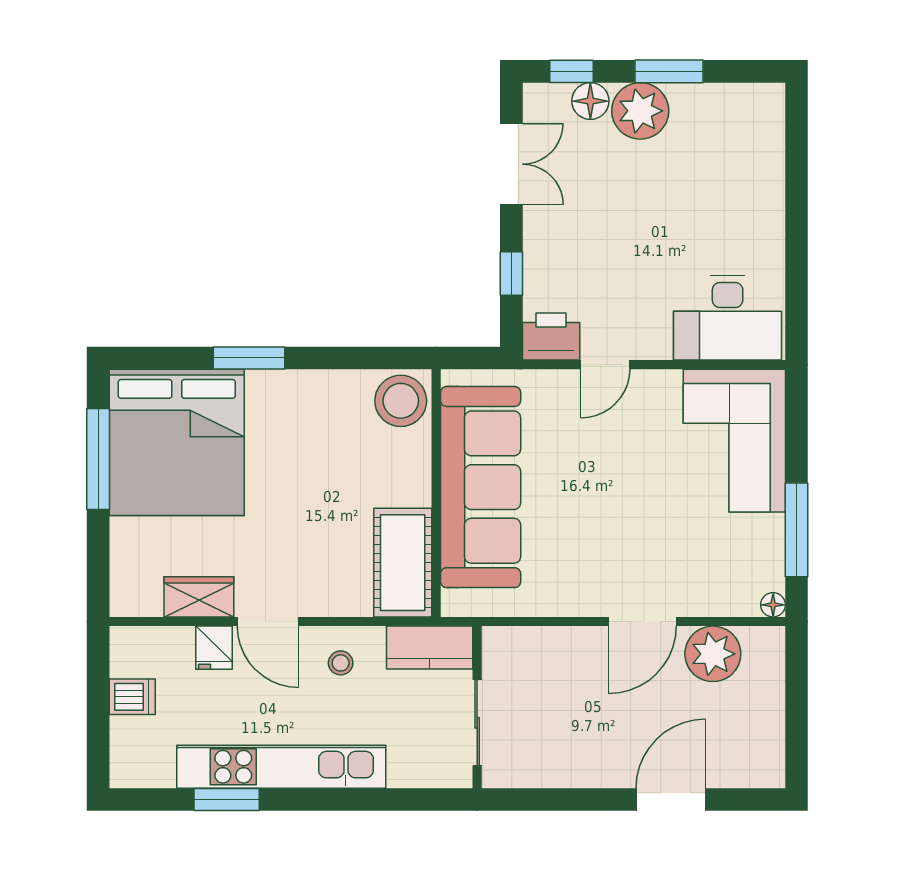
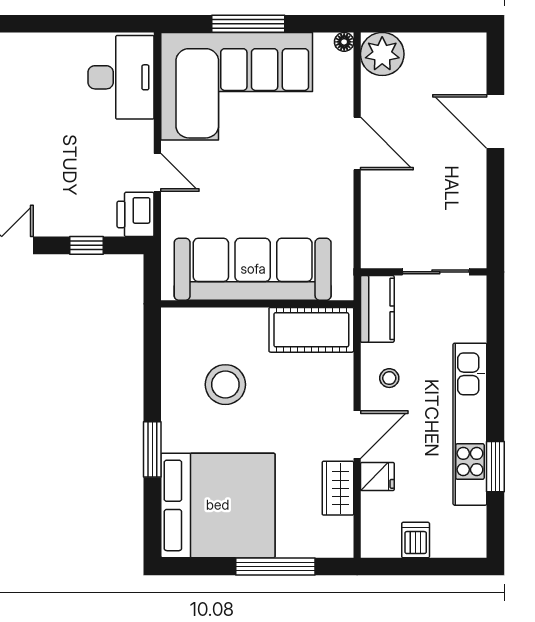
stool: (401, 401) -> (225, 385), moved
corner sofa: (734, 441) -> (237, 86), width x1.36, depth x1.36
window: (98, 459) -> (275, 567), moved
window: (796, 530) -> (248, 24), moved
plant: (713, 654) -> (382, 54), moved

